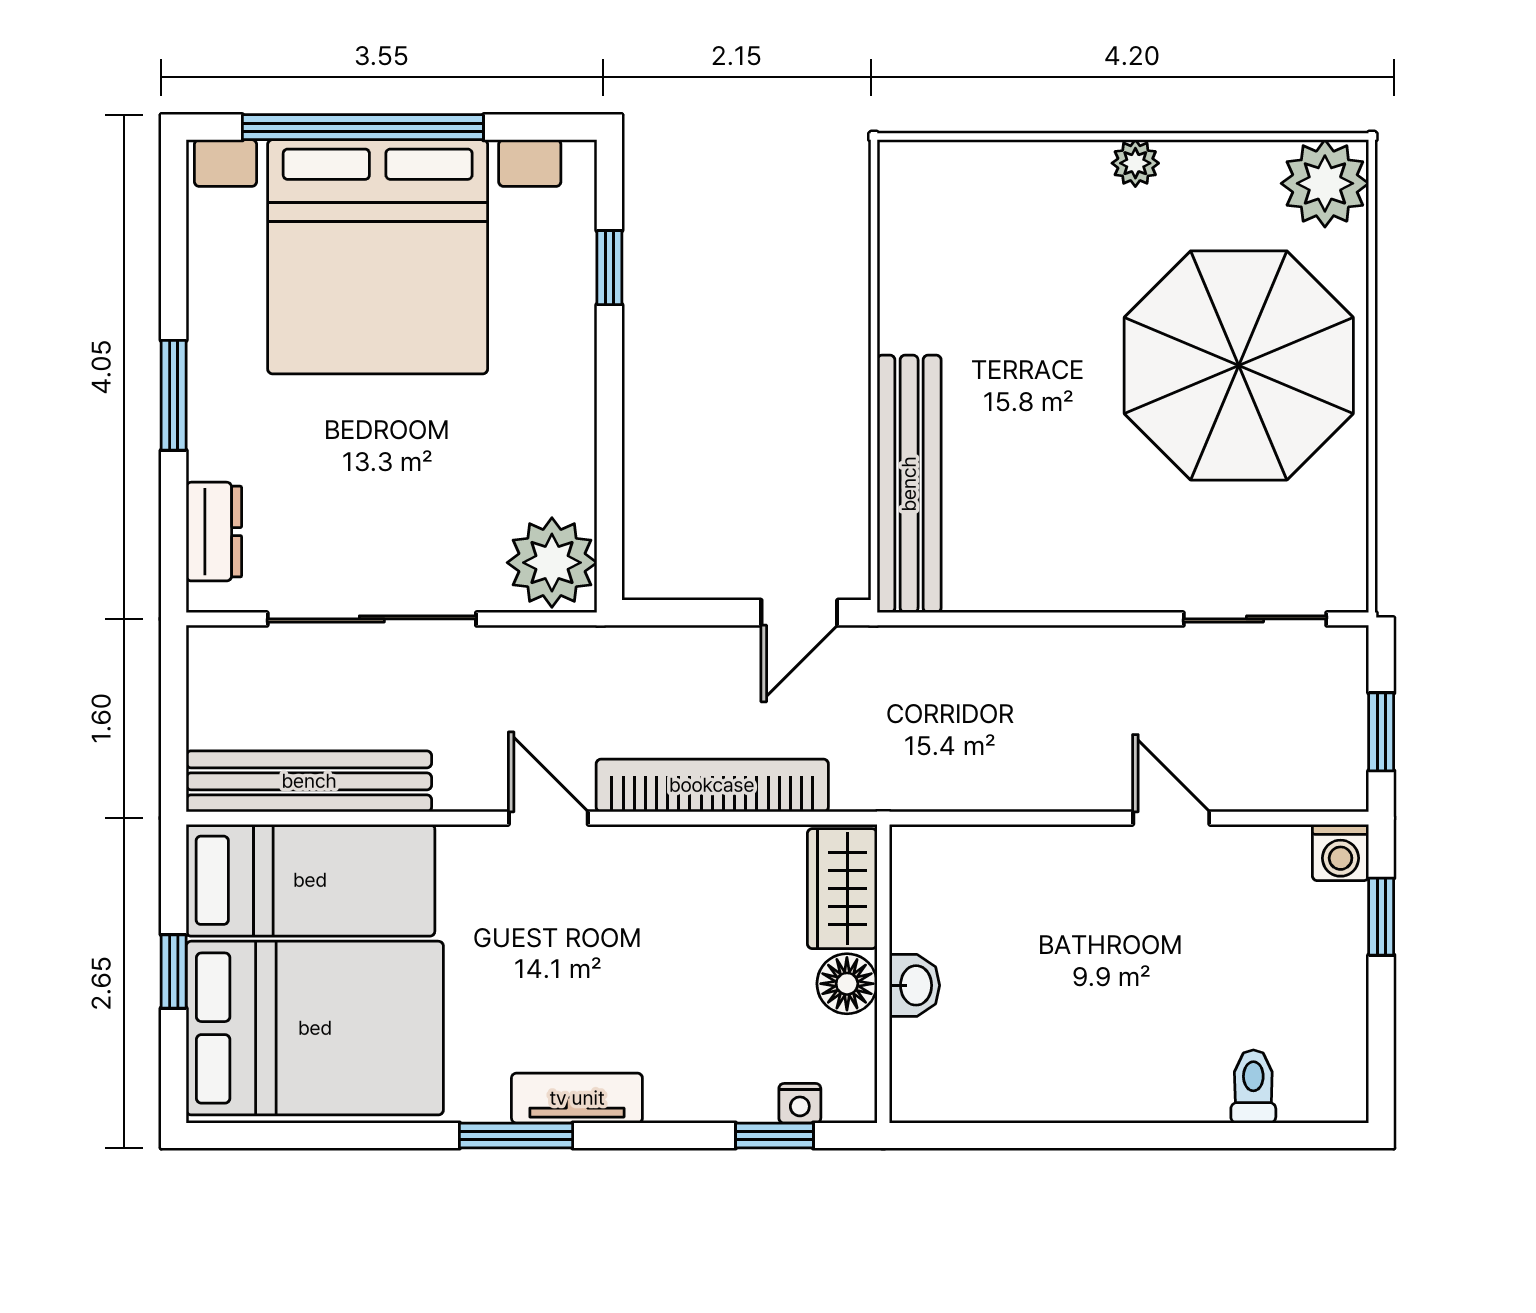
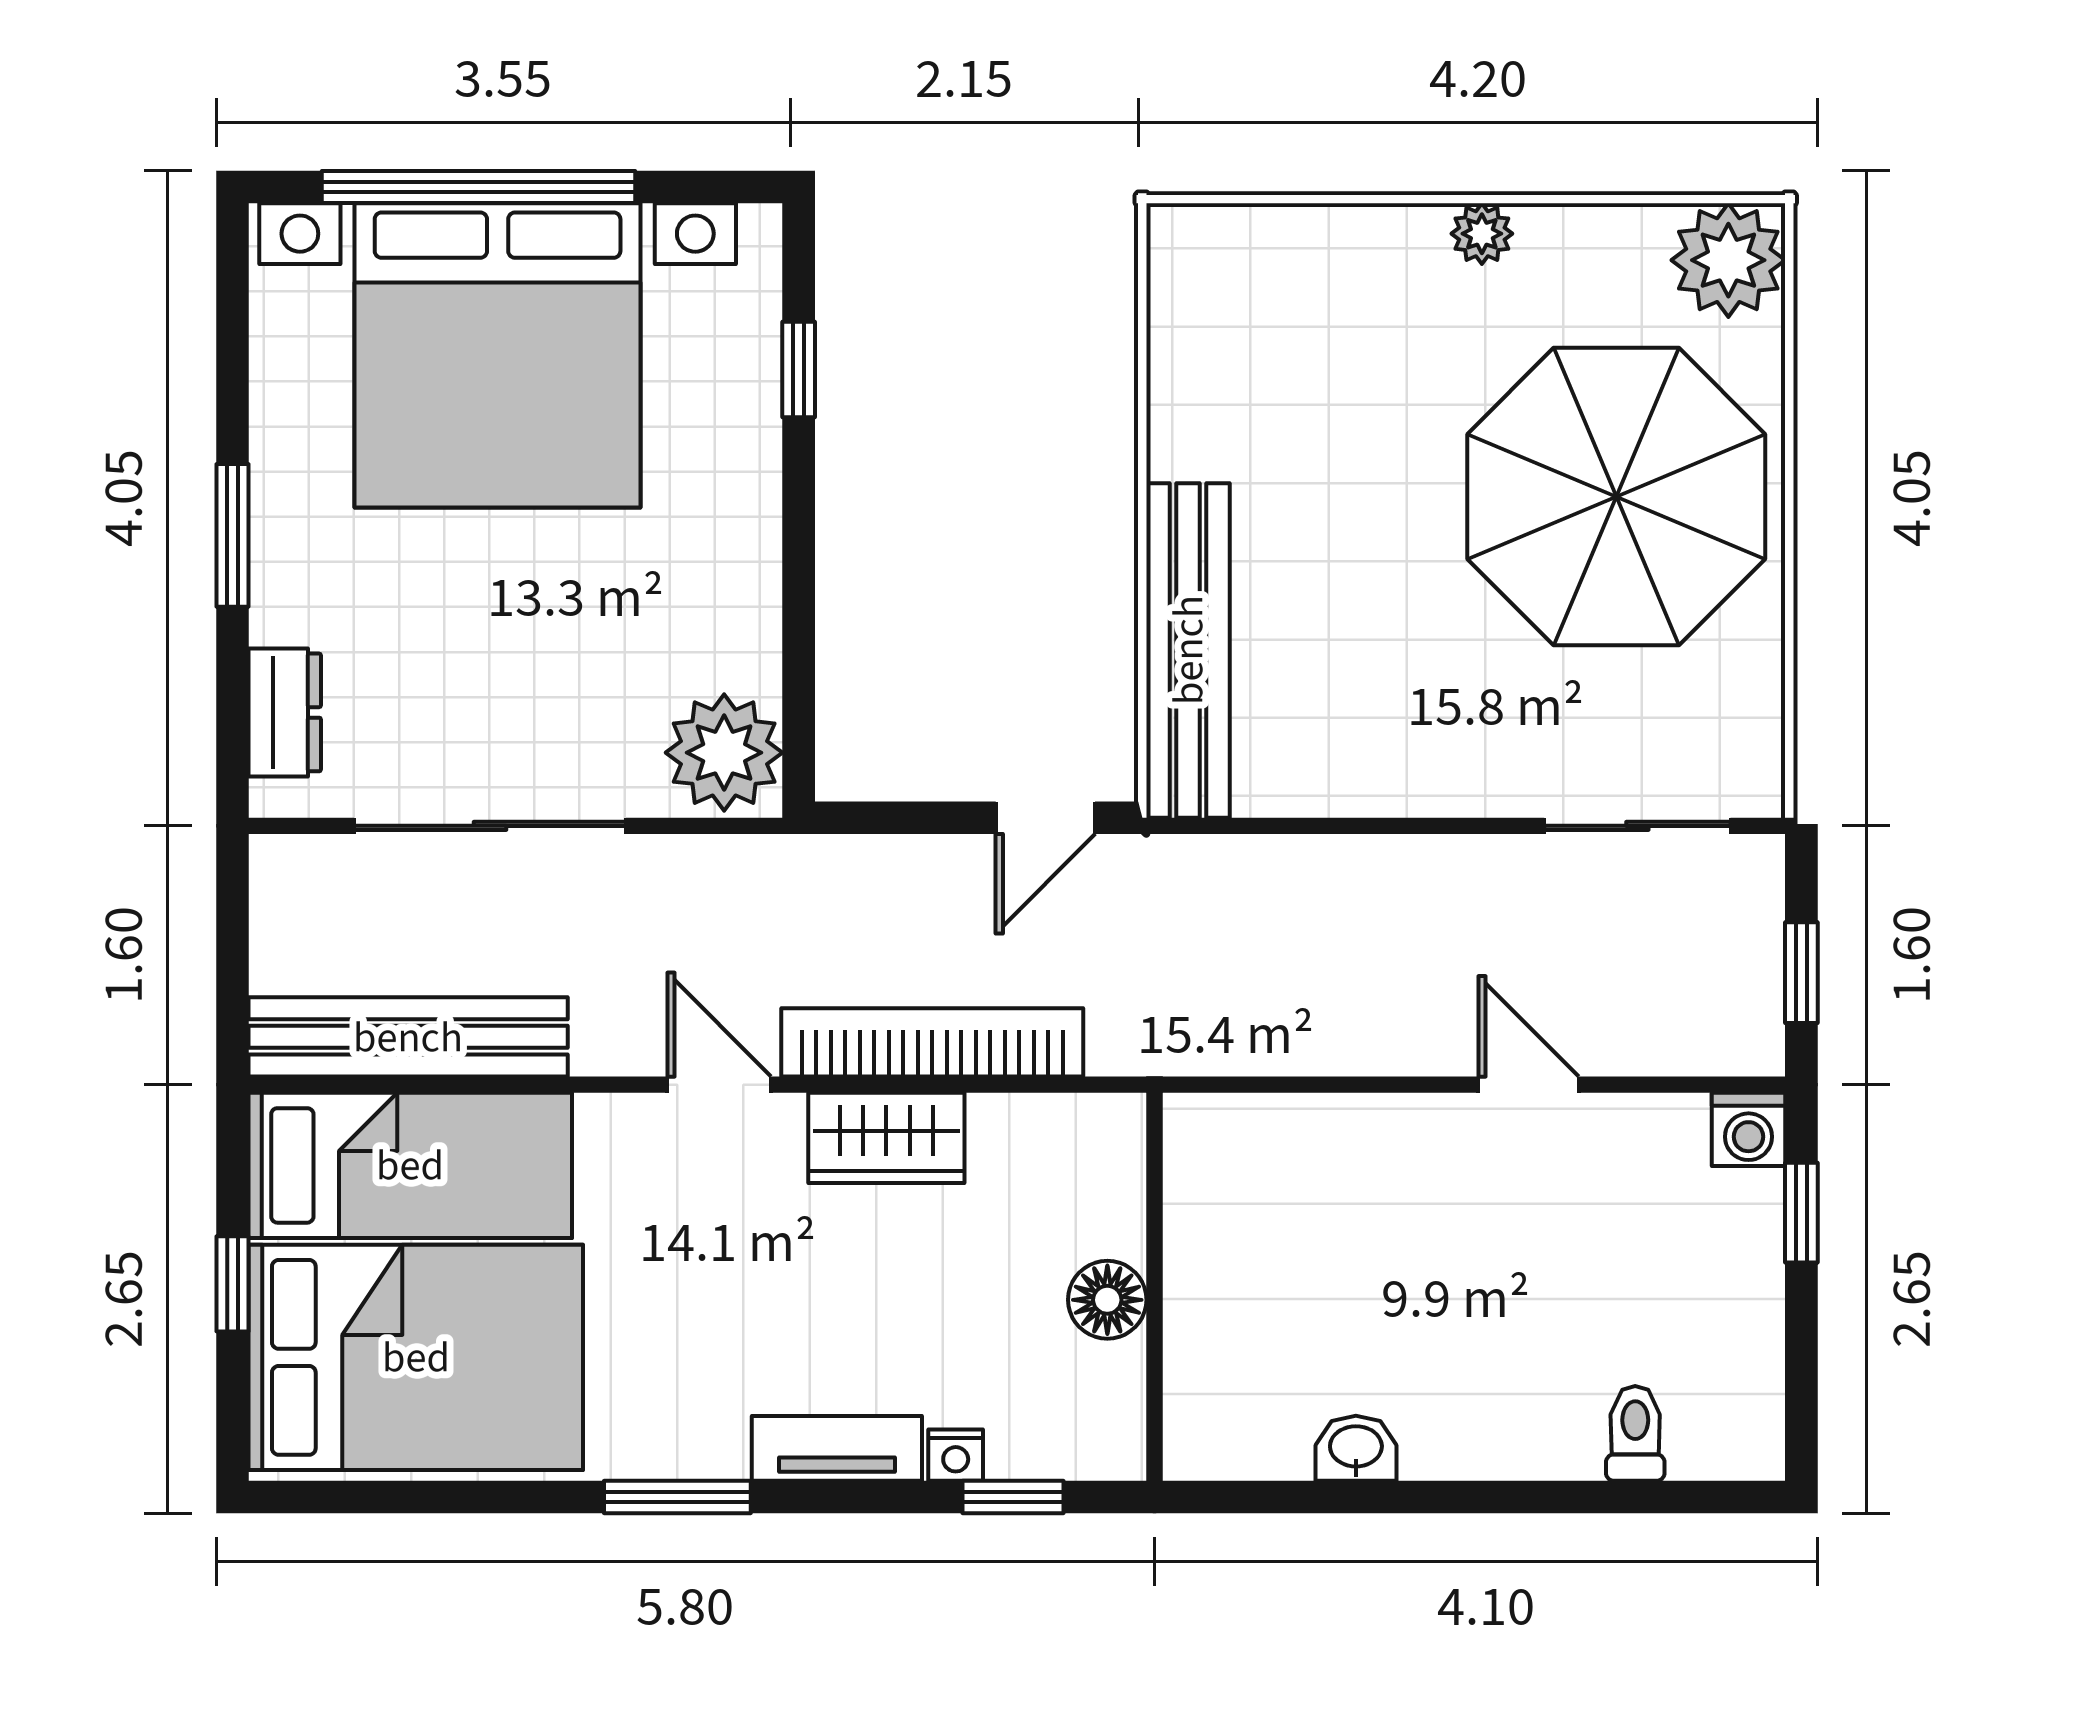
wardrobe: (842, 889) -> (886, 1138), moved, turned -90
washbasin: (915, 985) -> (1356, 1448), moved, turned -90
tv unit: (577, 1098) -> (837, 1448), moved
nightstand: (800, 1103) -> (956, 1455), moved

